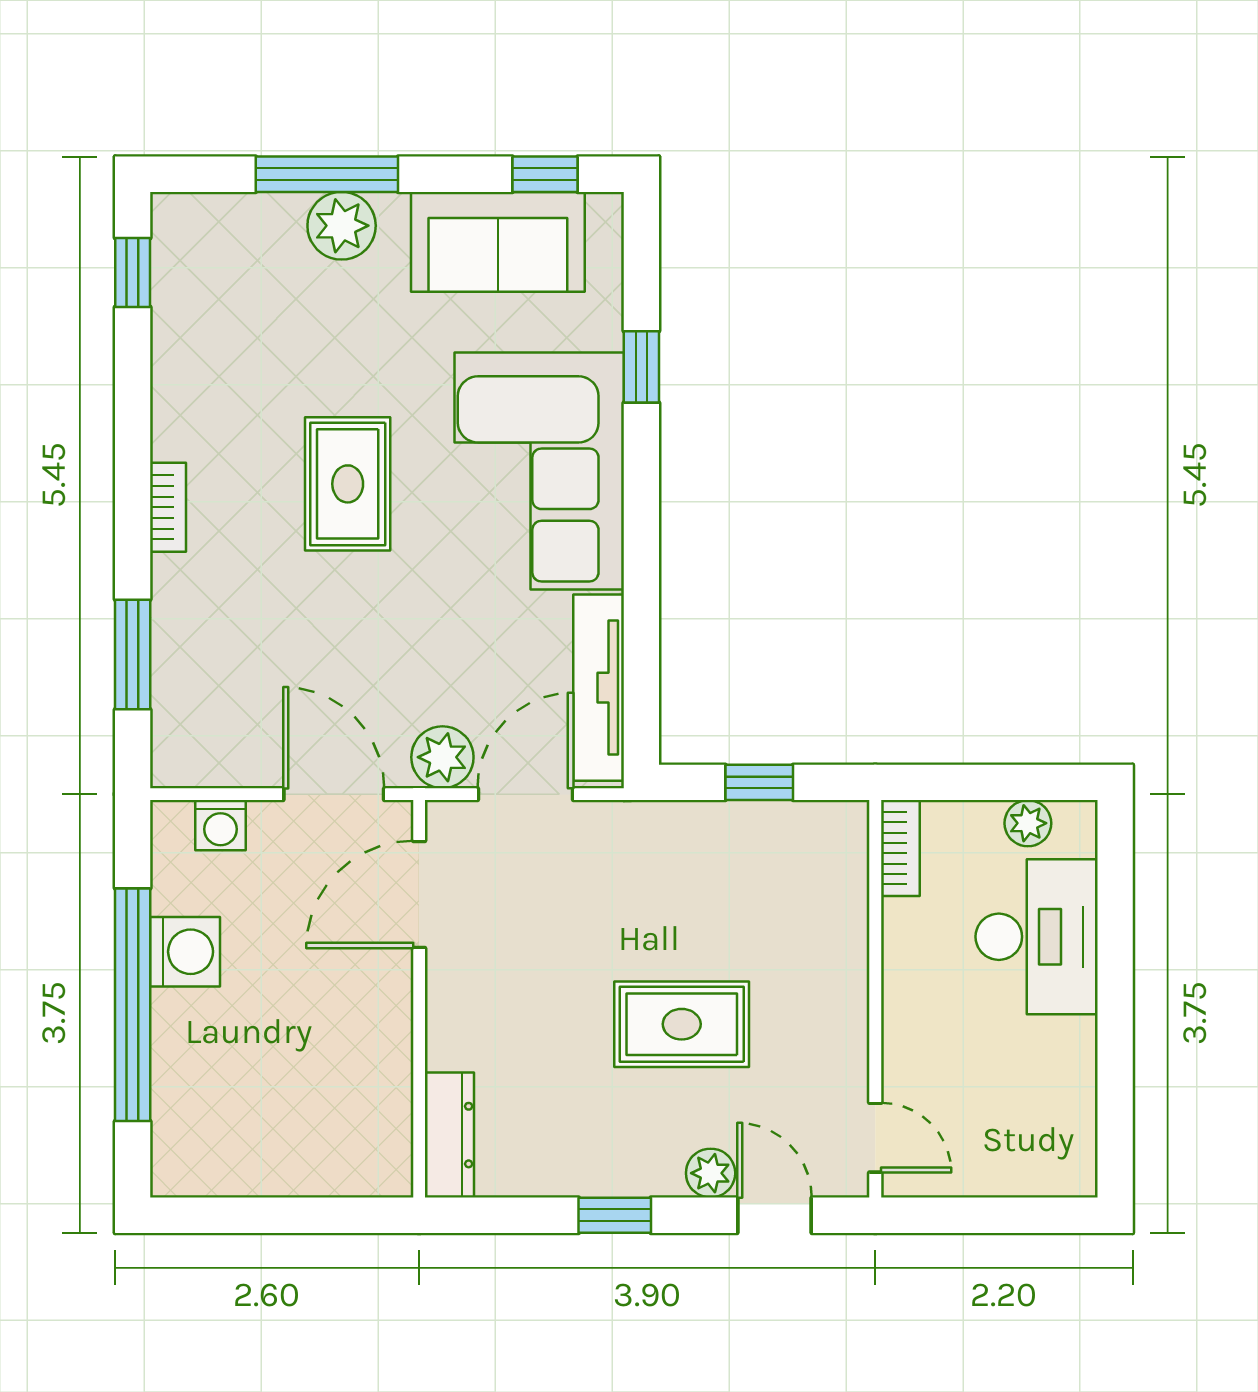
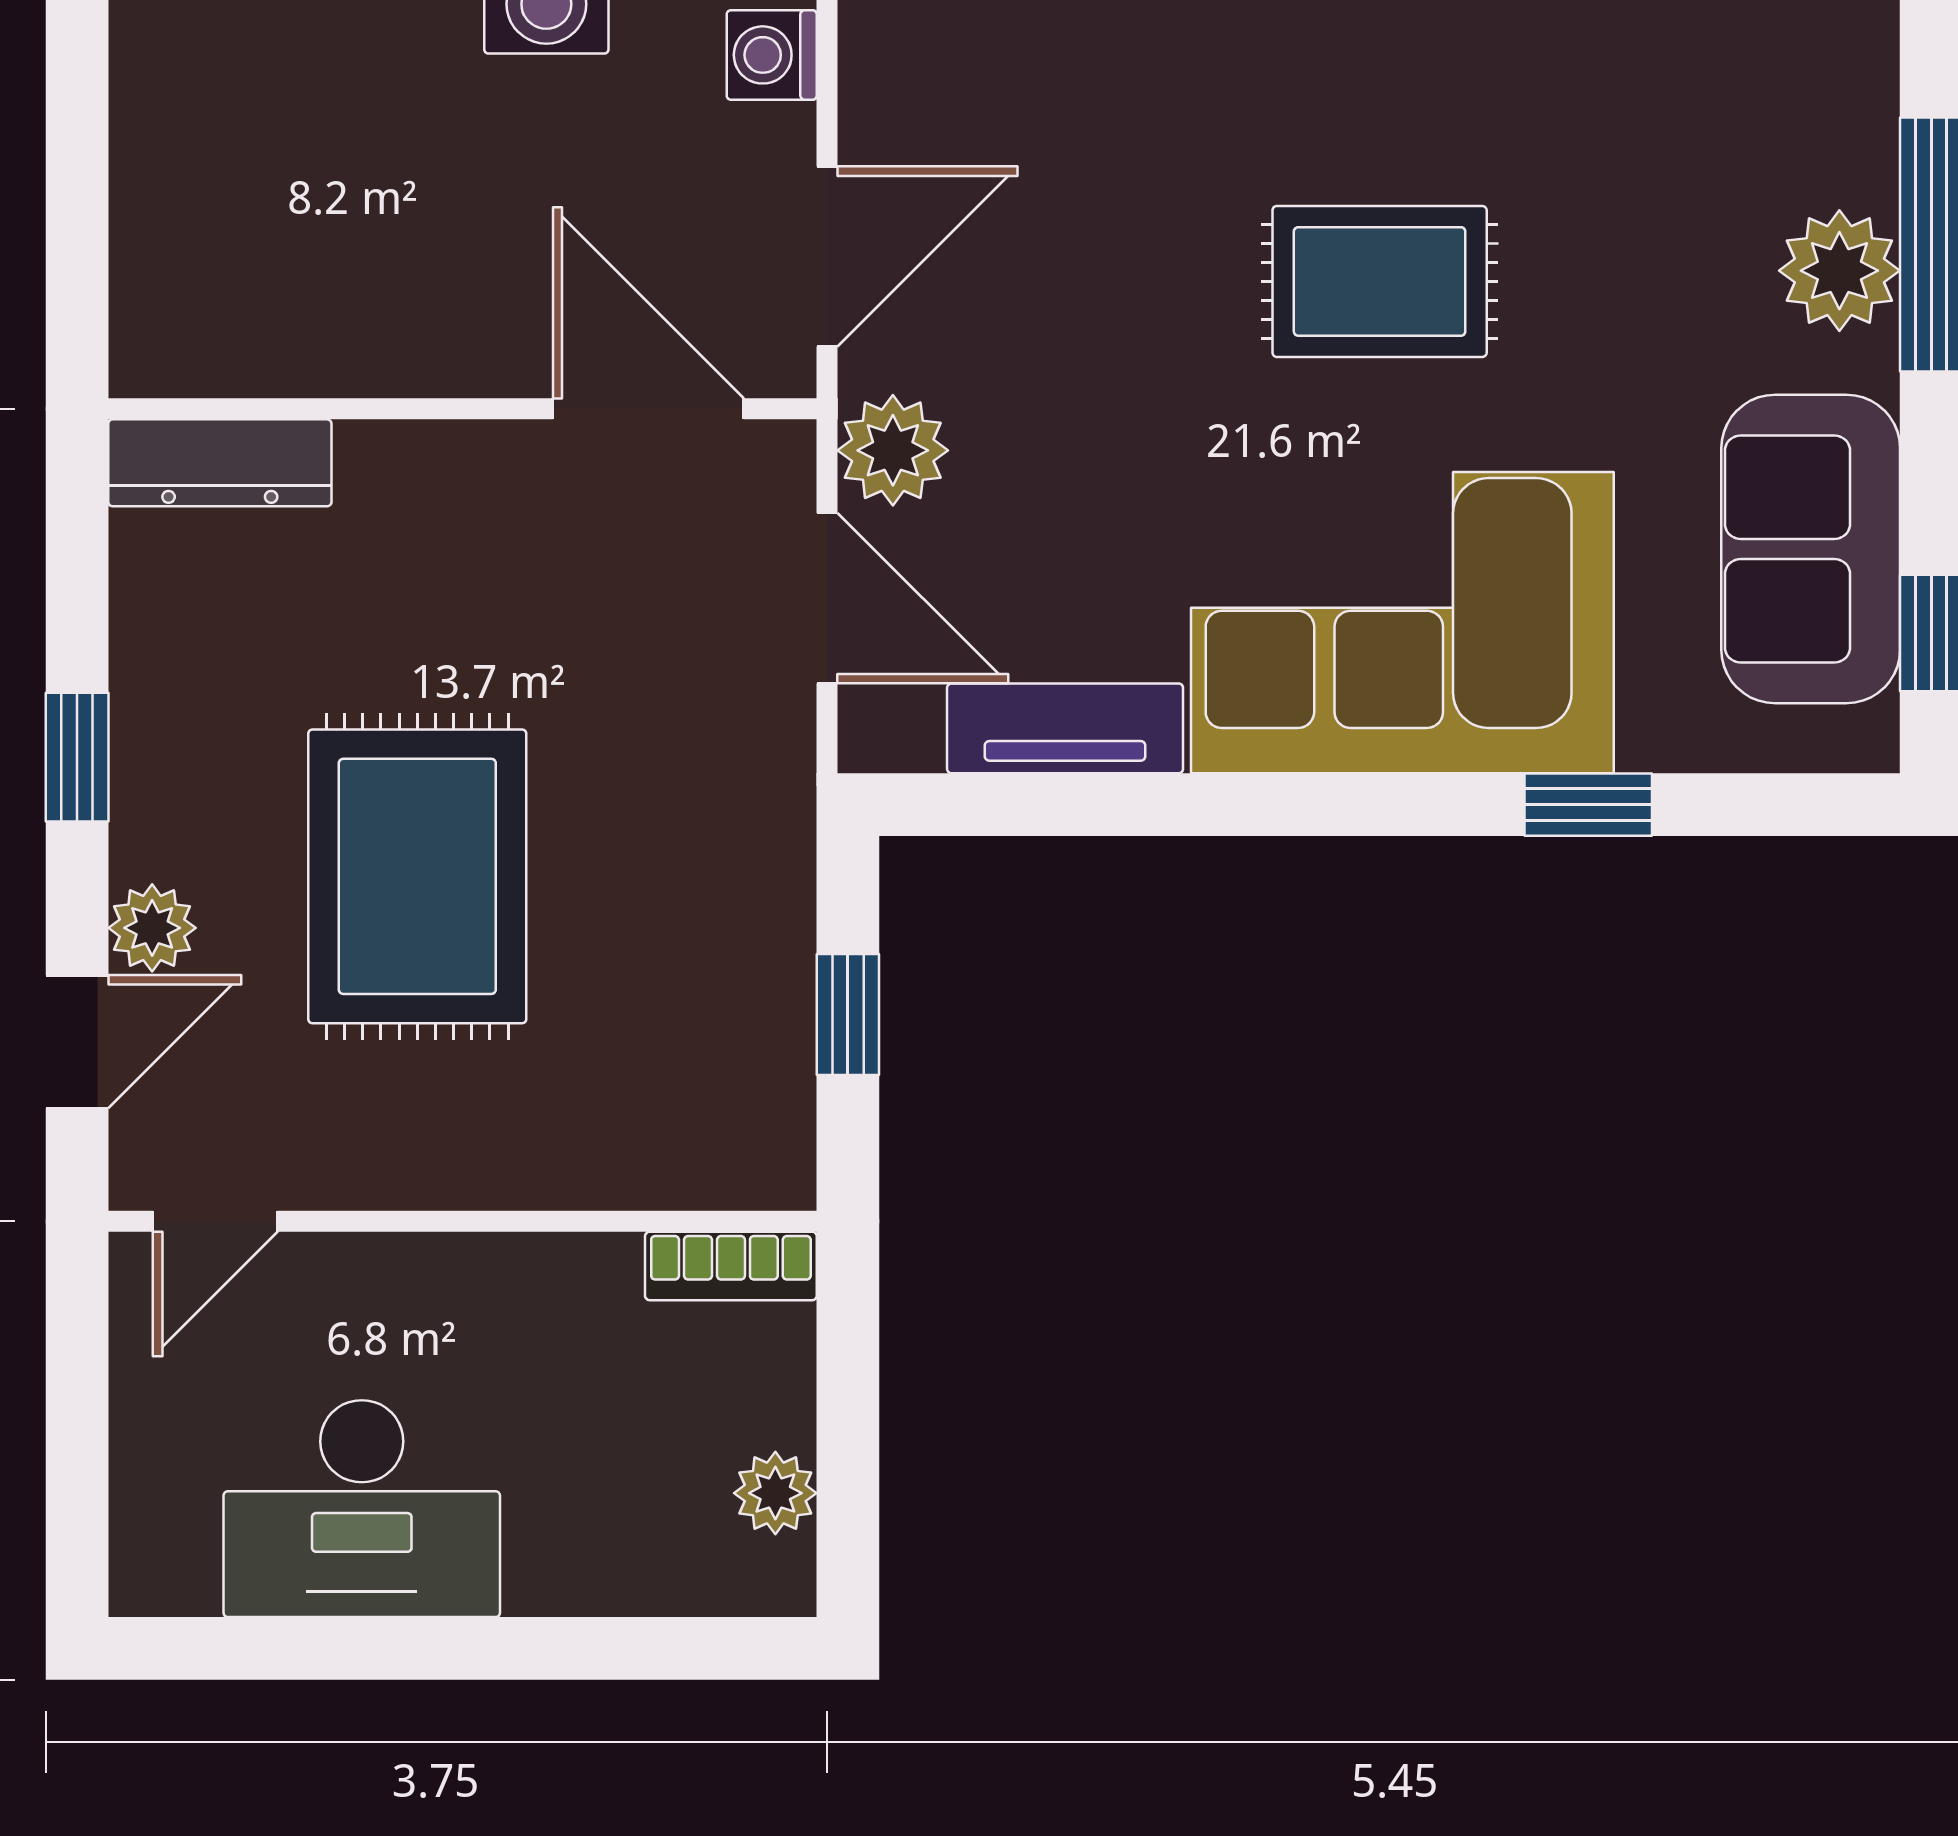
tv unit: (599, 688) -> (1065, 728), width x0.71
desk: (1037, 937) -> (362, 1509), moved
rug: (682, 1024) -> (417, 876), width x1.36, depth x1.43

